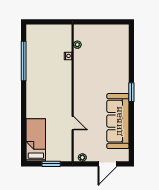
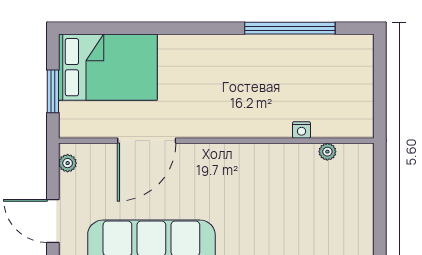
door: (73, 123) -> (147, 141), width x1.88
bed: (36, 140) -> (108, 67), width x1.50

